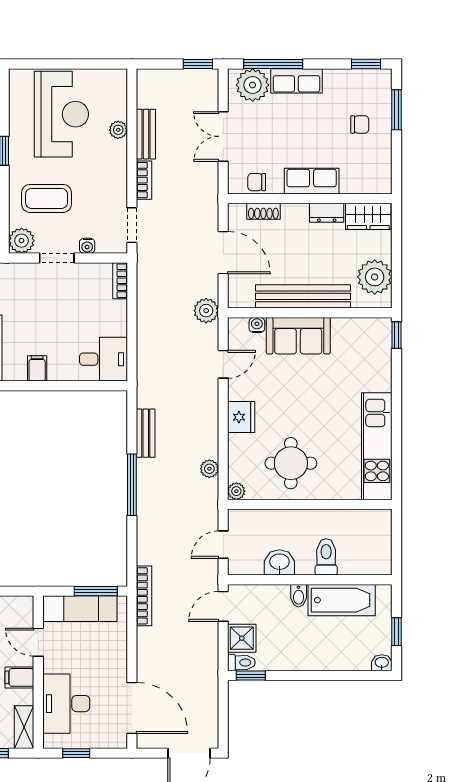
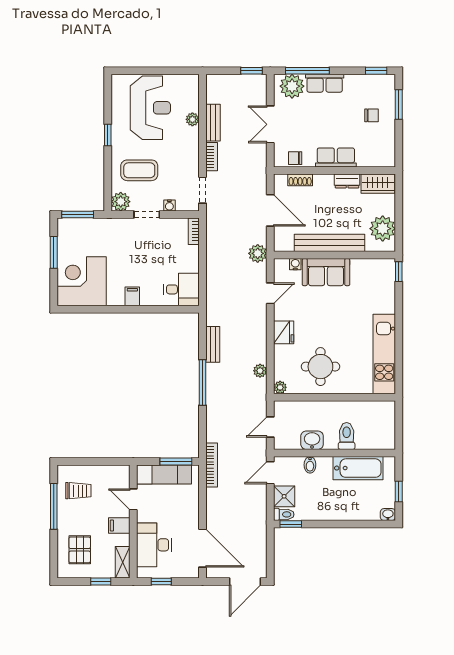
bidet: (299, 596) -> (310, 465), moved

